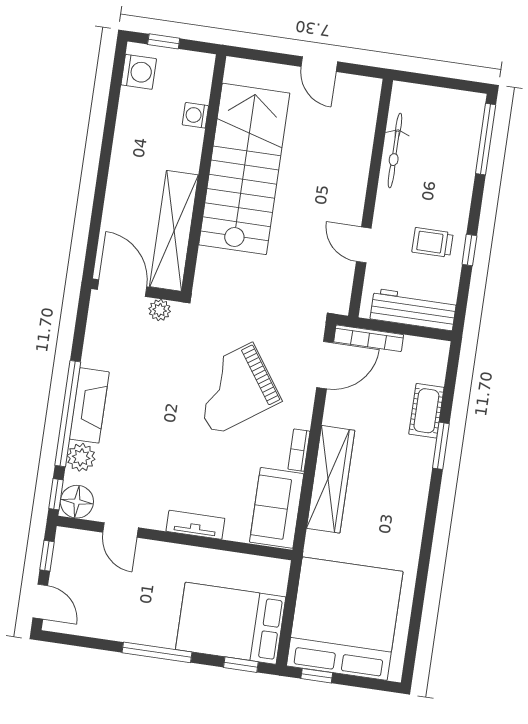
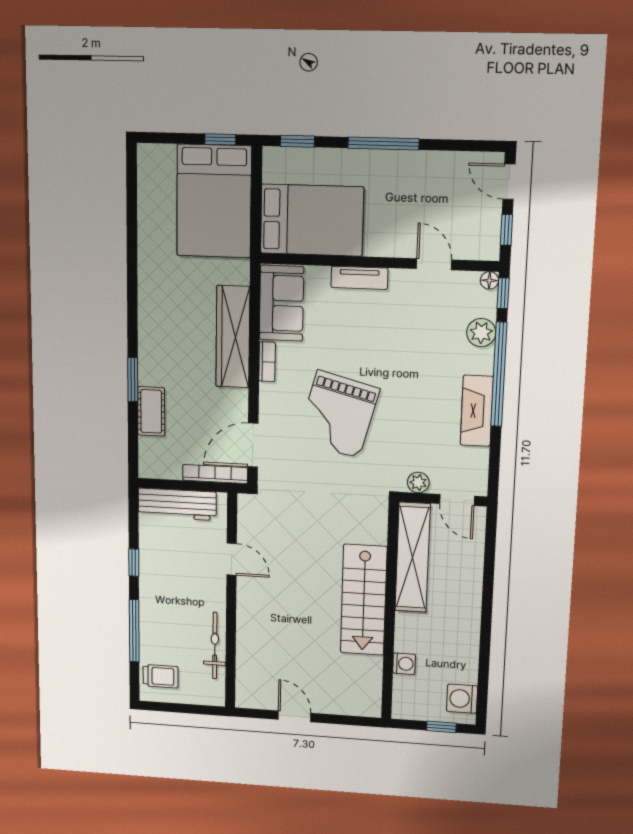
window: (486, 139) -> (134, 631), moved
stairs: (244, 169) -> (364, 600), width x0.73, depth x0.66
trolley: (432, 242) -> (160, 676), moved
door: (122, 288) -> (457, 500), width x0.73
grand piano: (233, 389) -> (338, 414), turned 140
fireplace: (89, 405) -> (477, 411), moved
floor lamp: (77, 502) -> (489, 280), width x0.53, depth x0.53
bed: (345, 619) -> (214, 201), width x0.73
bed: (231, 623) -> (312, 220), moved

